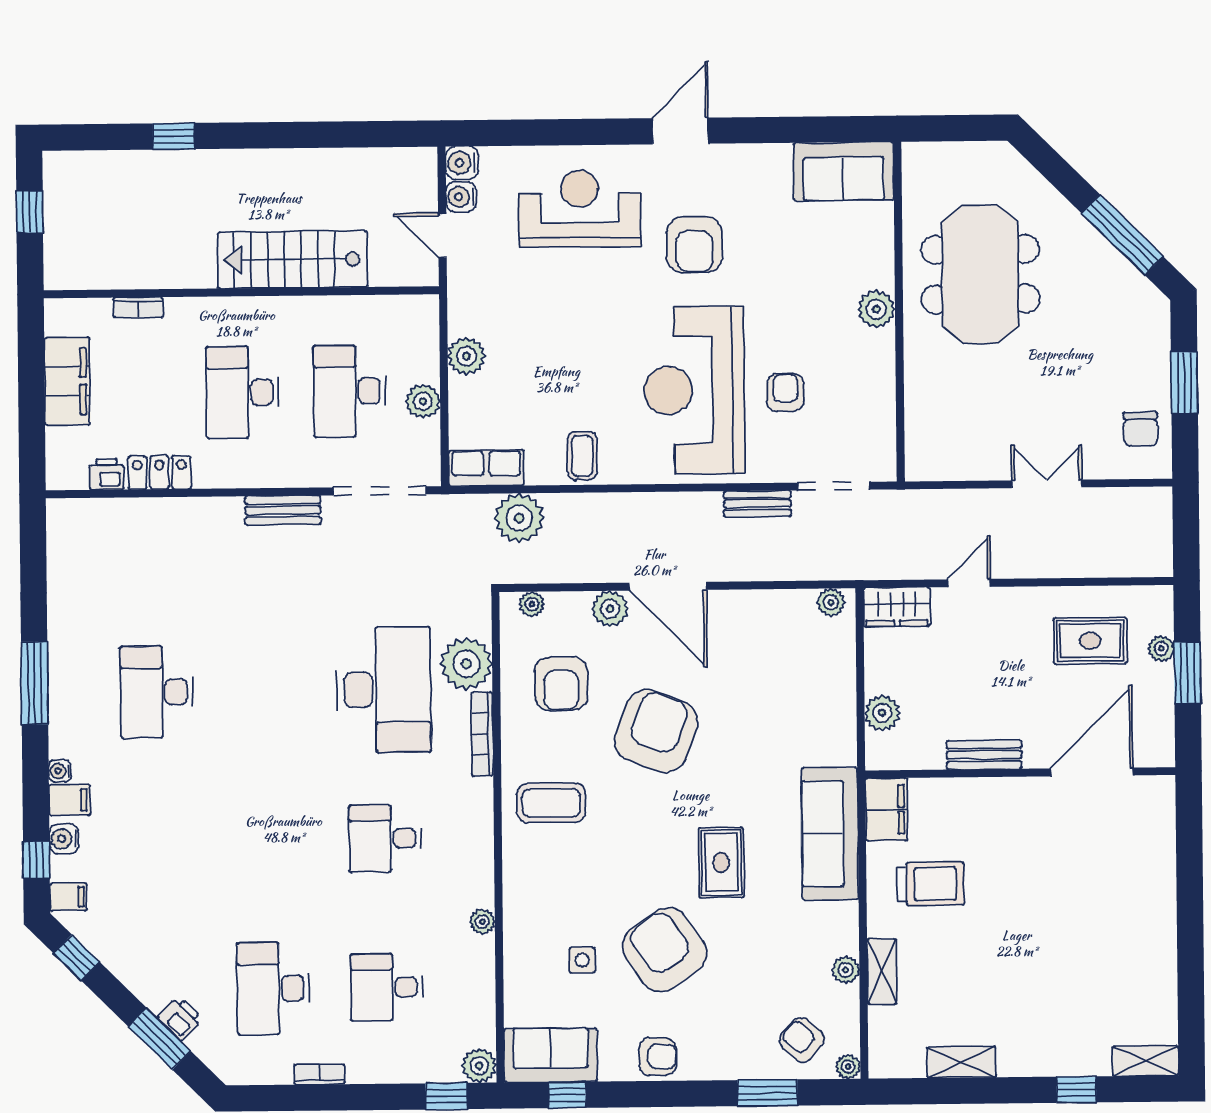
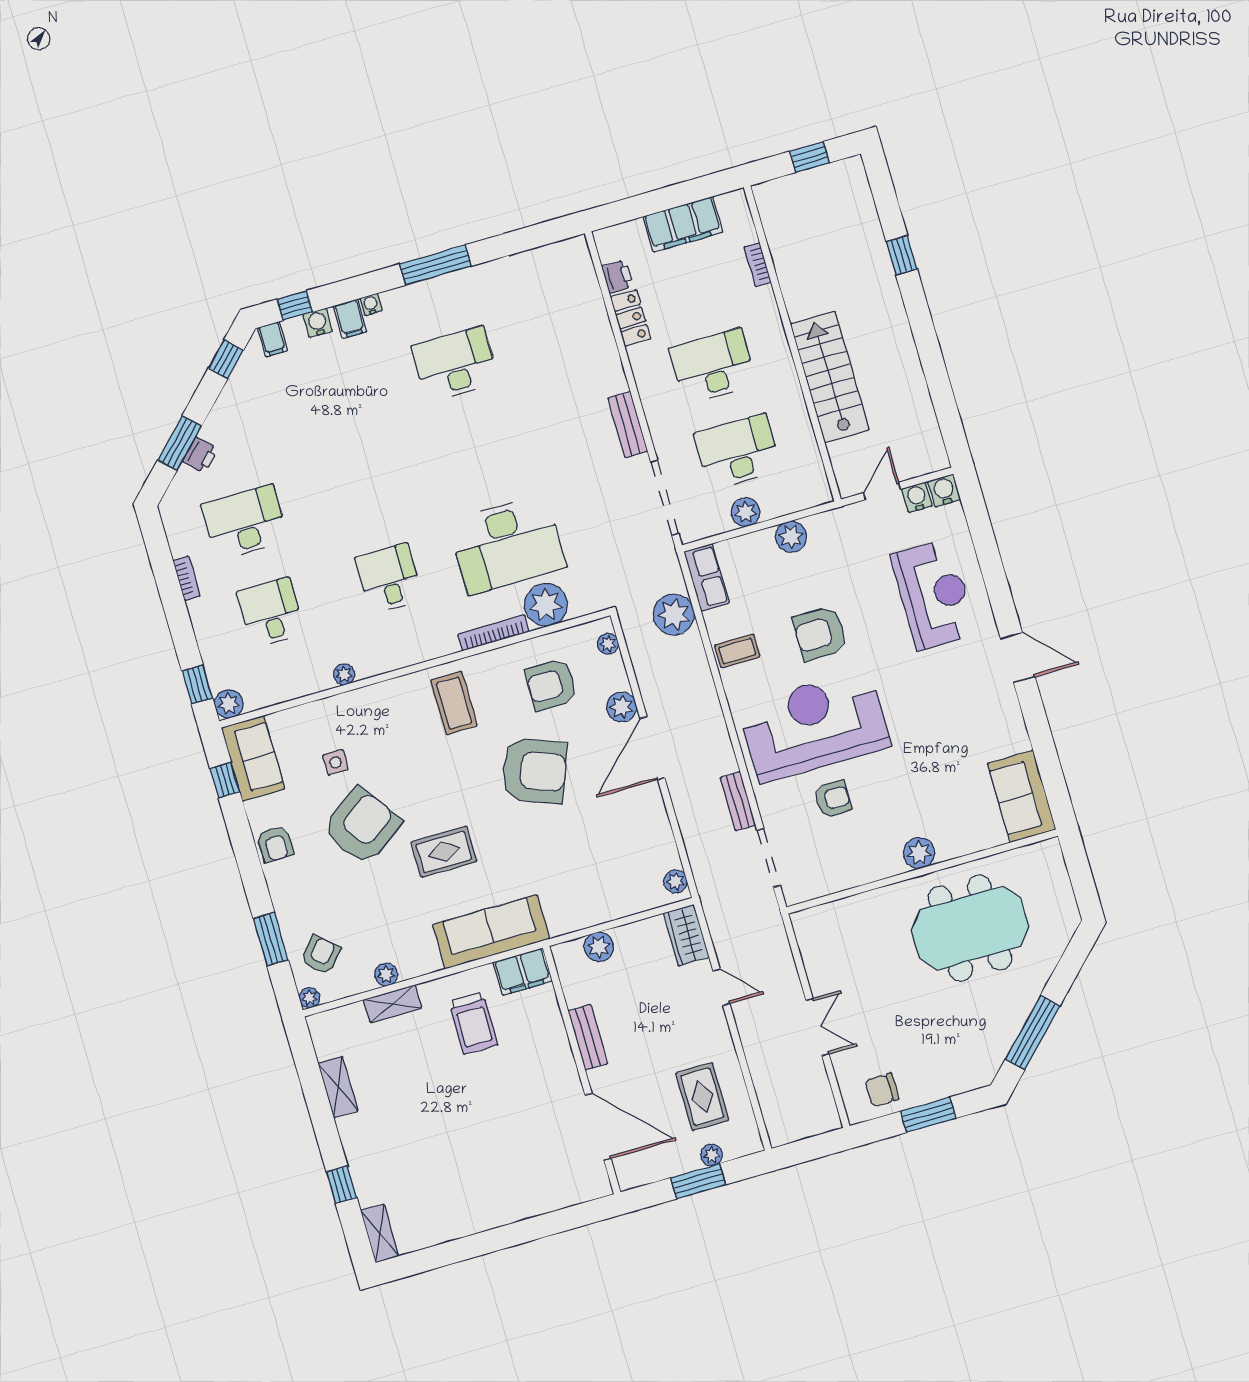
armchair: (694, 245) -> (820, 633), moved

